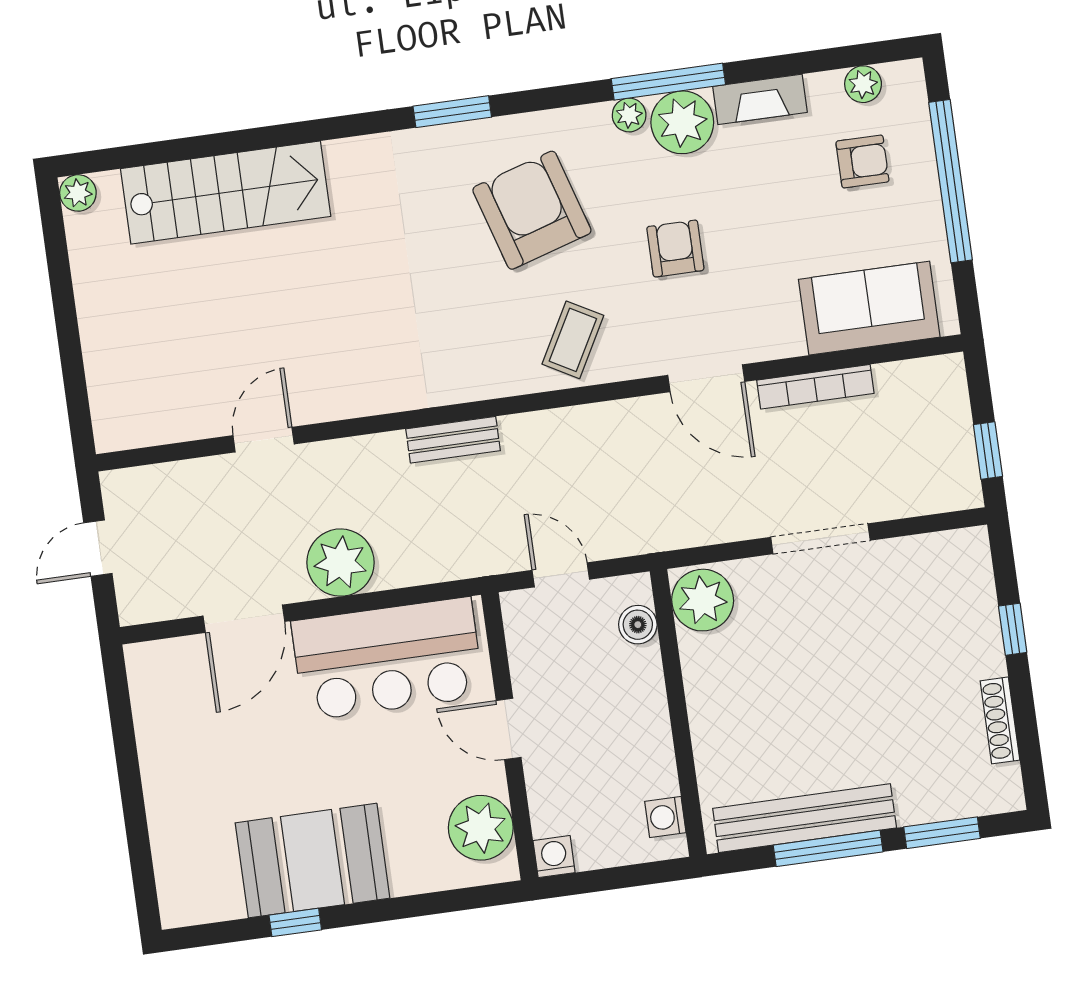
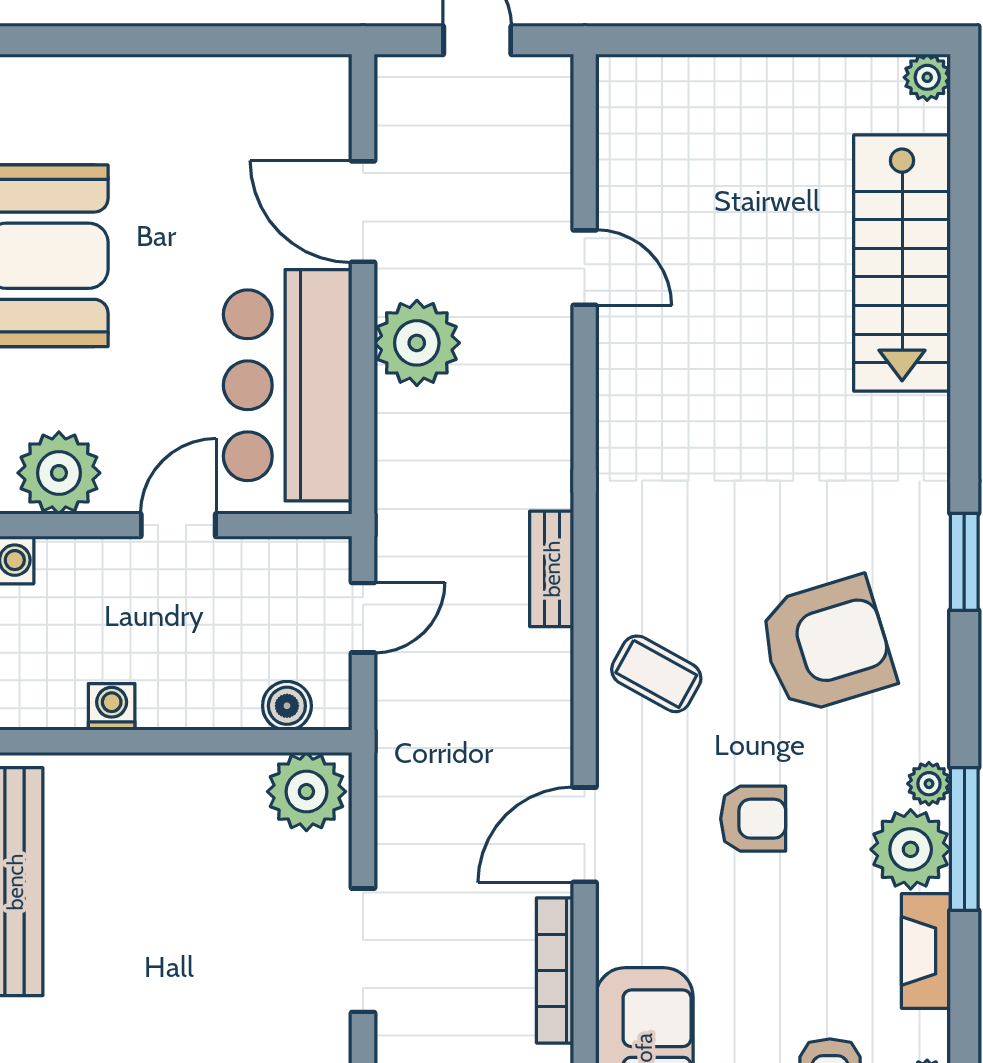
bench: (453, 440) -> (552, 569), moved
washing machine: (665, 817) -> (112, 707), moved

